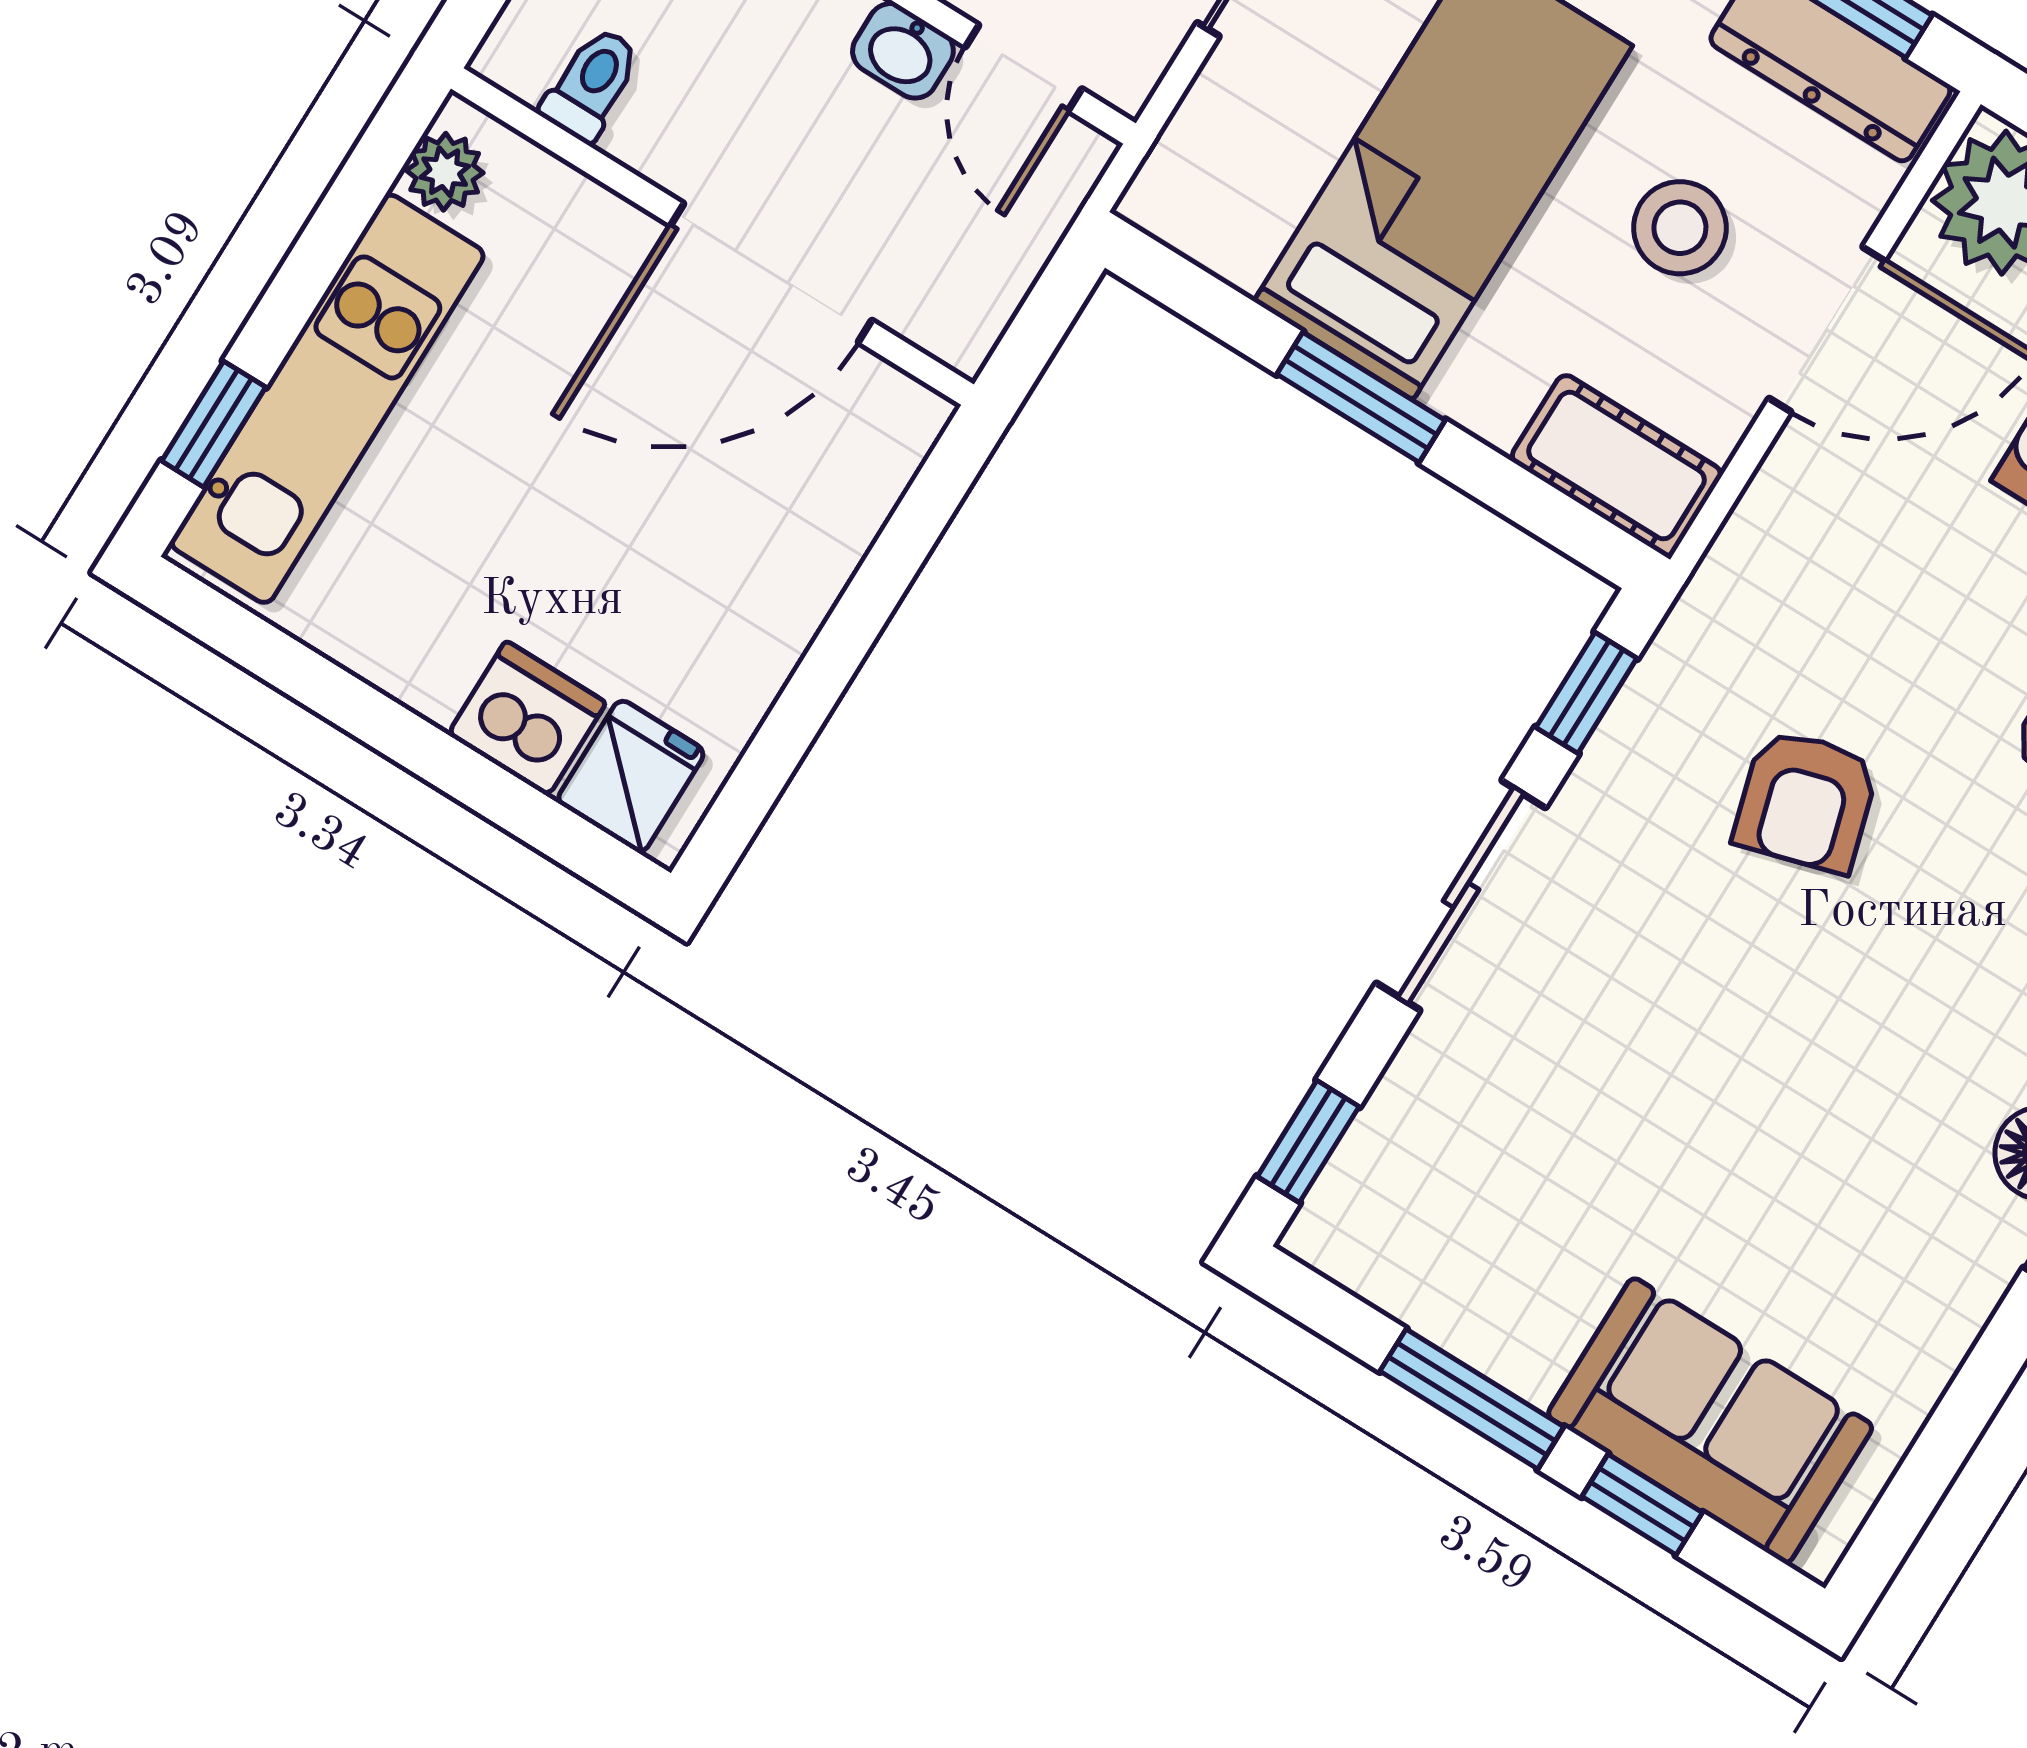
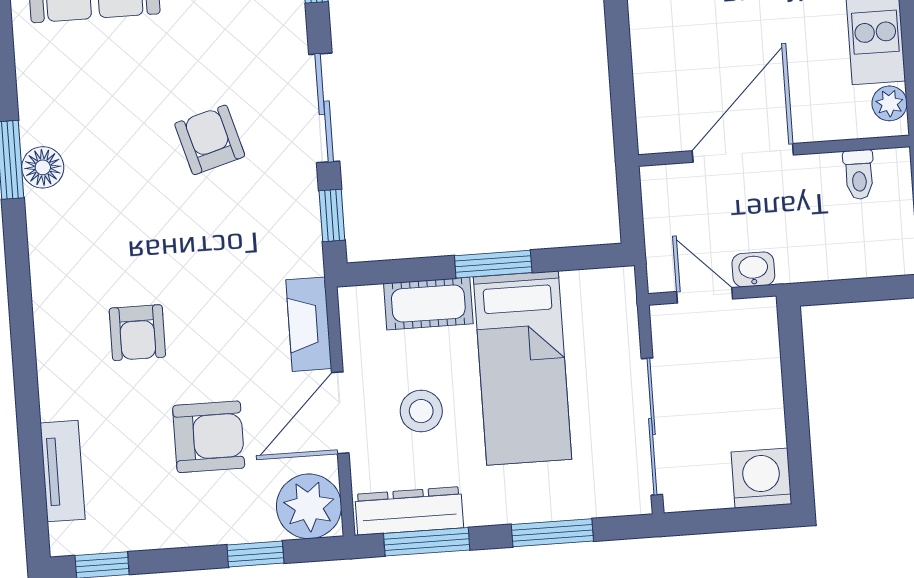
cot: (1616, 466) -> (428, 304), moved
fireplace: (1769, 528) -> (309, 324), added
armchair: (1806, 801) -> (210, 140), moved

